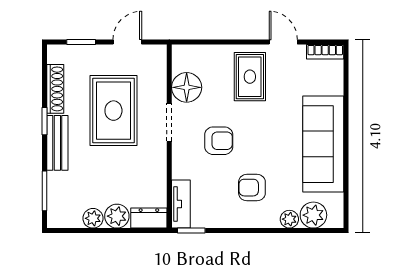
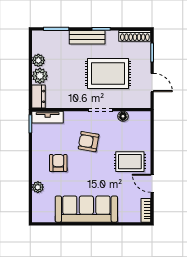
door: (283, 42) -> (152, 183), swing flipped
floor lamp: (187, 87) -> (123, 116), width x0.53, depth x0.53
shoe rack: (55, 89) -> (135, 36), moved
armchair: (219, 141) -> (89, 142), turned 100
plant: (313, 215) -> (40, 203), removed

